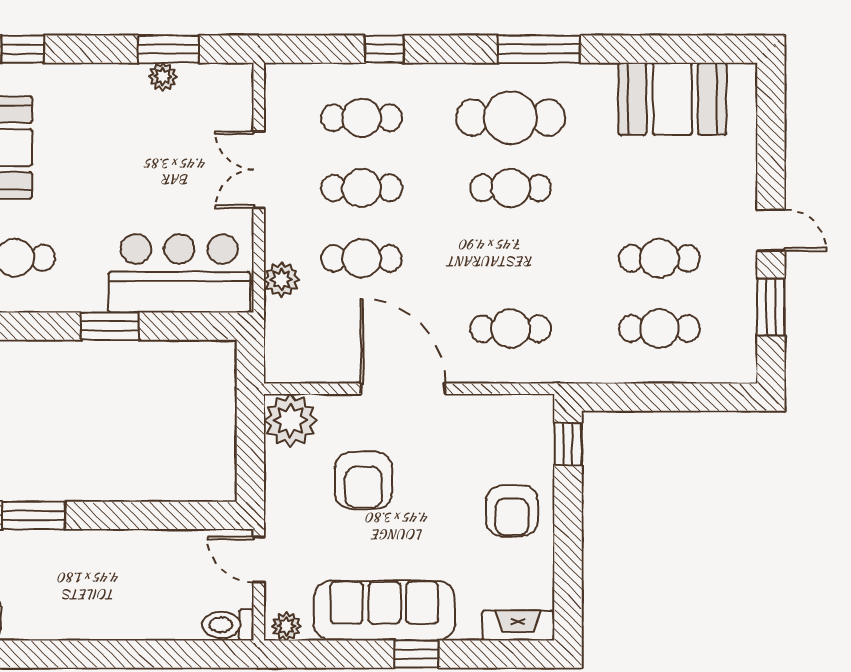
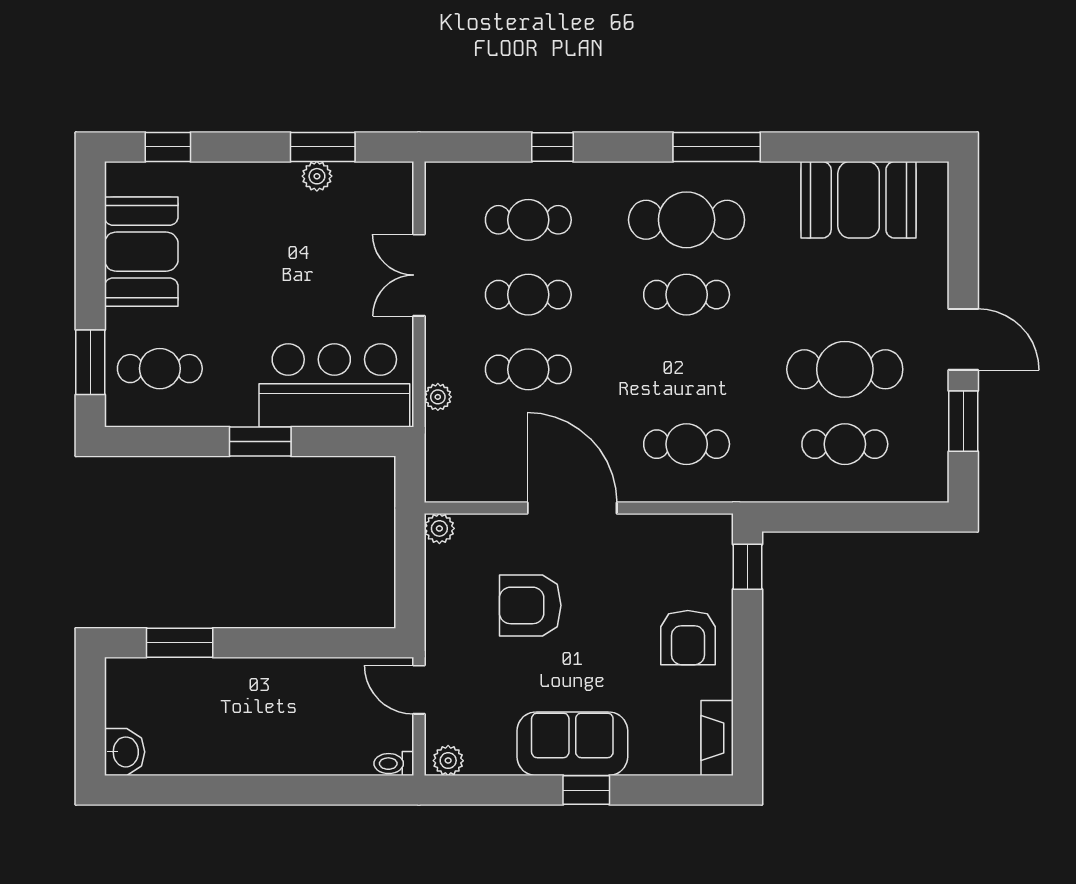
door: (771, 230) -> (963, 339), width x1.38
cafe table: (659, 258) -> (845, 369), width x1.37, depth x1.35
plant: (281, 279) -> (438, 397), width x0.73, depth x0.73
plant: (290, 420) -> (439, 528), width x0.53, depth x0.53
armchair: (363, 480) -> (530, 605), turned 90
sofa: (384, 610) -> (572, 744), width x0.73
toilet: (228, 625) -> (394, 764), width x0.73, depth x0.72
fireplace: (518, 625) -> (717, 738), moved, turned -90

